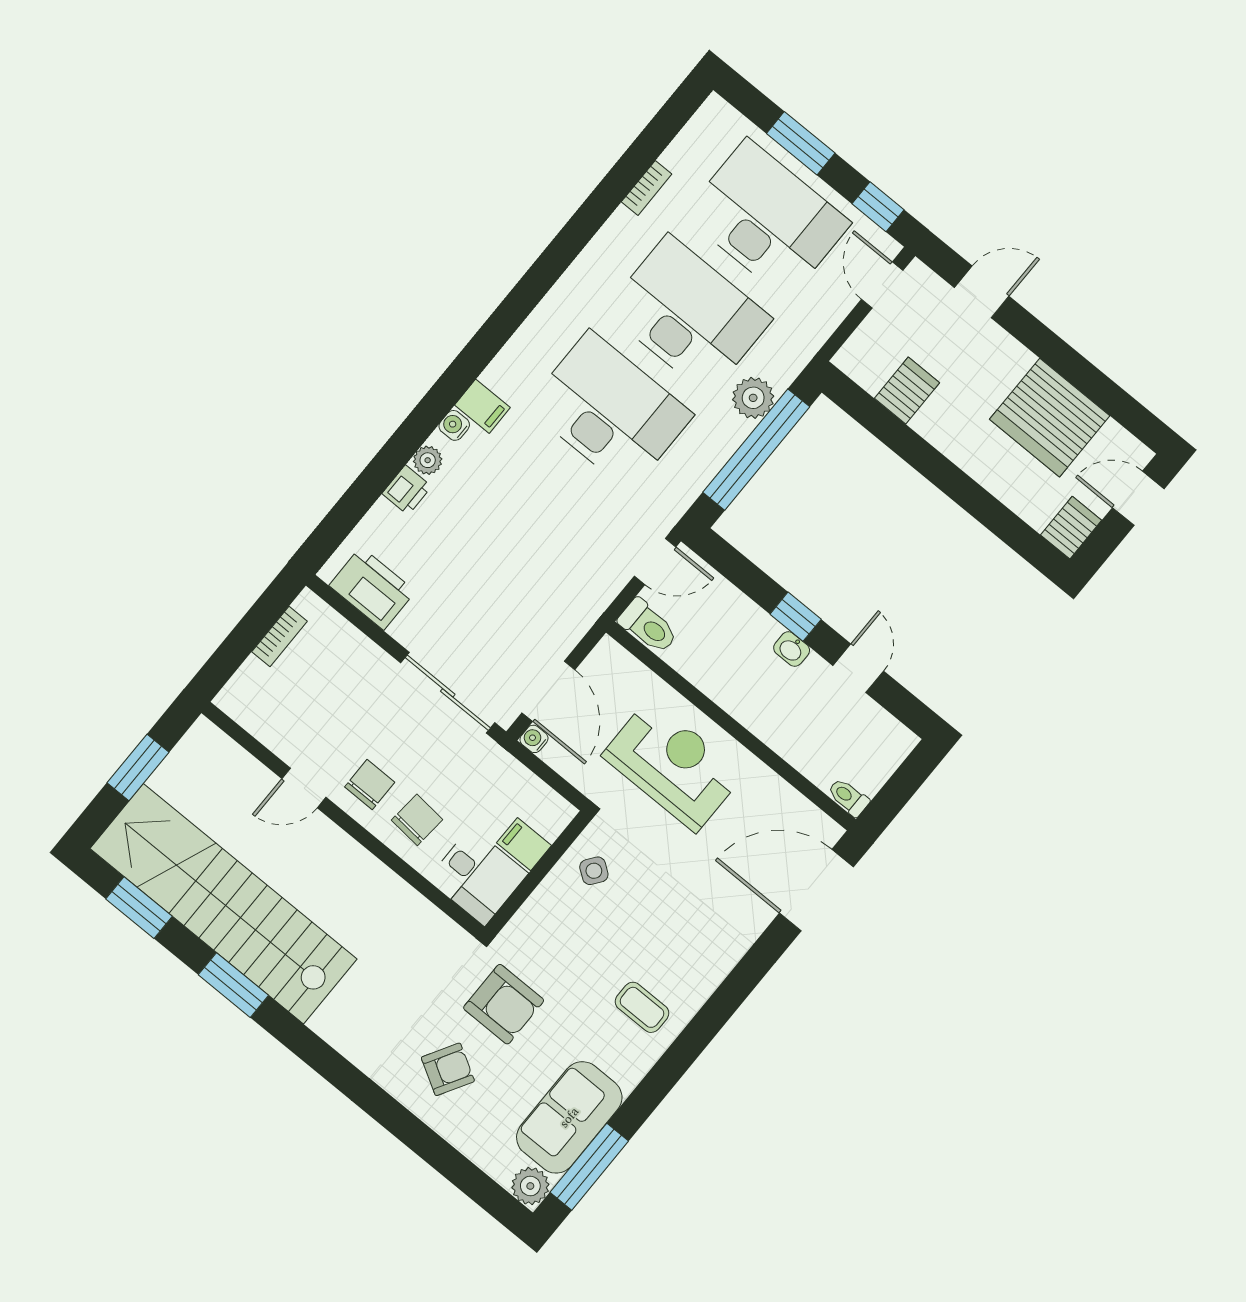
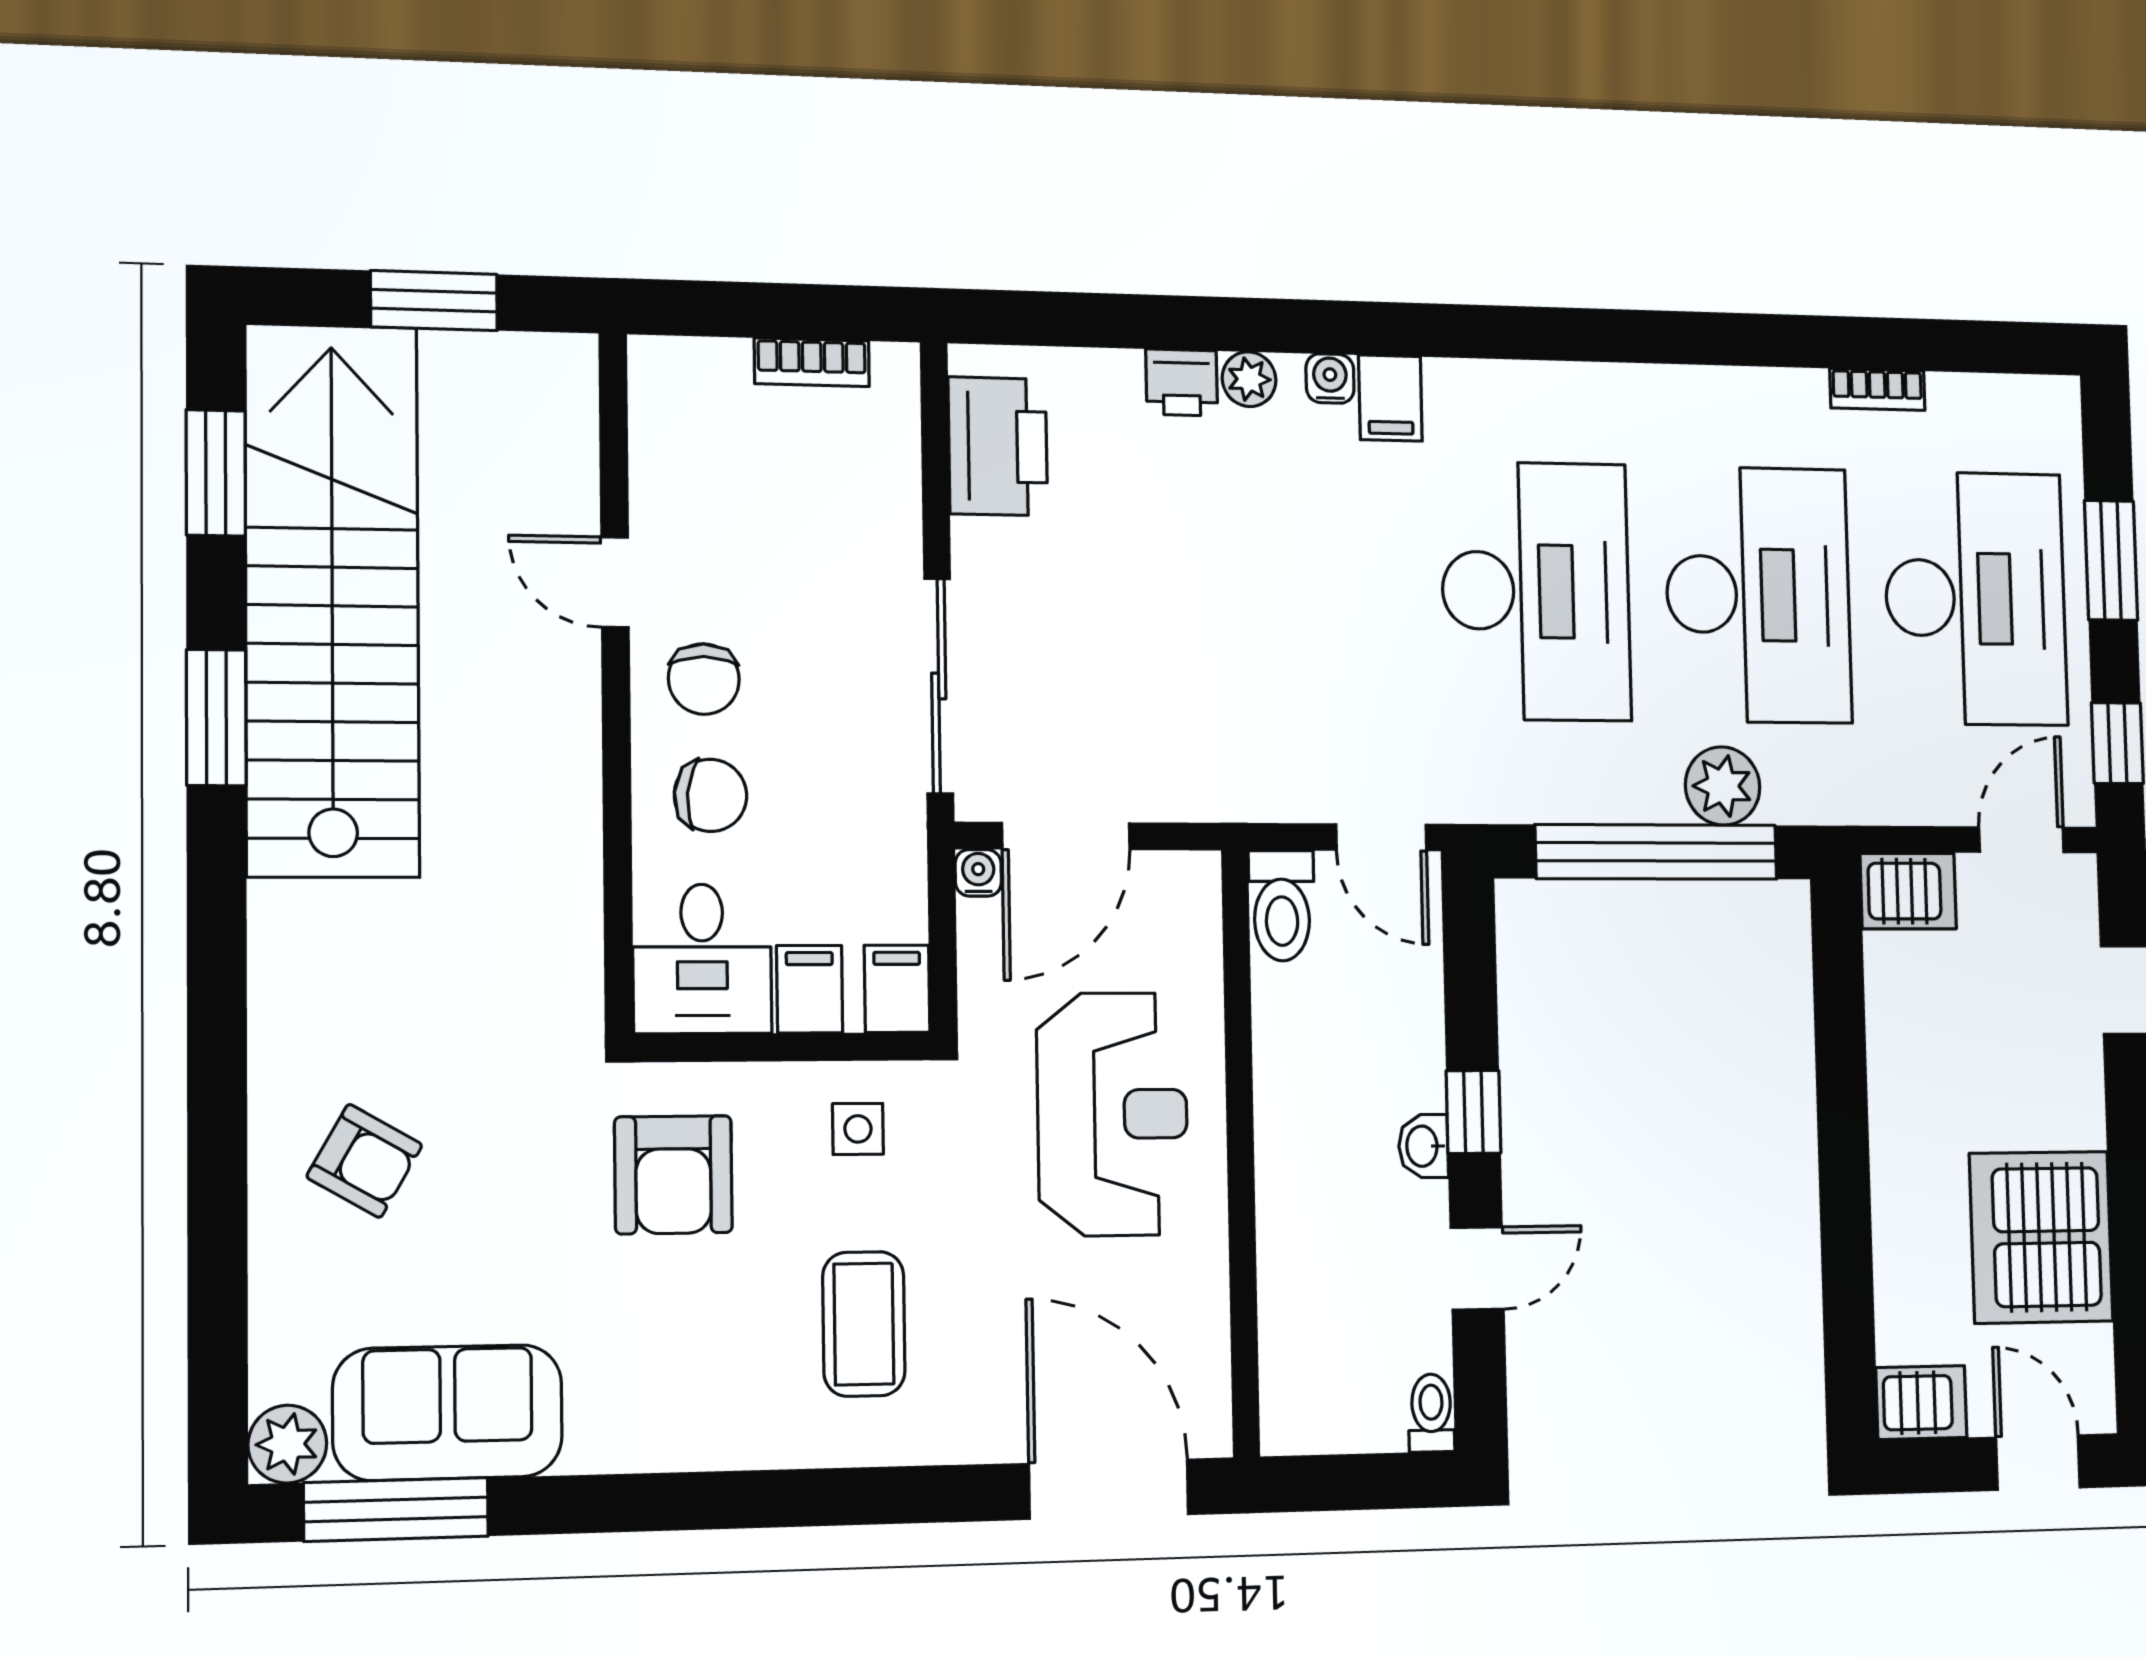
server rack: (907, 391) -> (1908, 891), moved
chair: (370, 785) -> (704, 679), turned 90
toilet: (848, 797) -> (1431, 1413), moved
filing cabinet: (552, 810) -> (897, 989), added
side table: (594, 871) -> (858, 1129), turned -36
armchair: (504, 1004) -> (673, 1175), moved
coffee table: (642, 1007) -> (864, 1324), moved, width x1.36, depth x1.30

